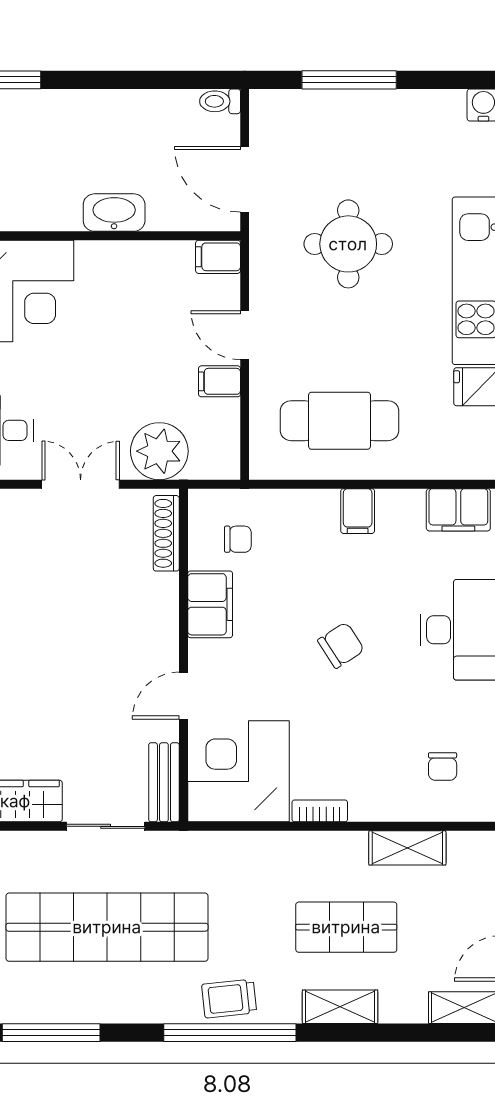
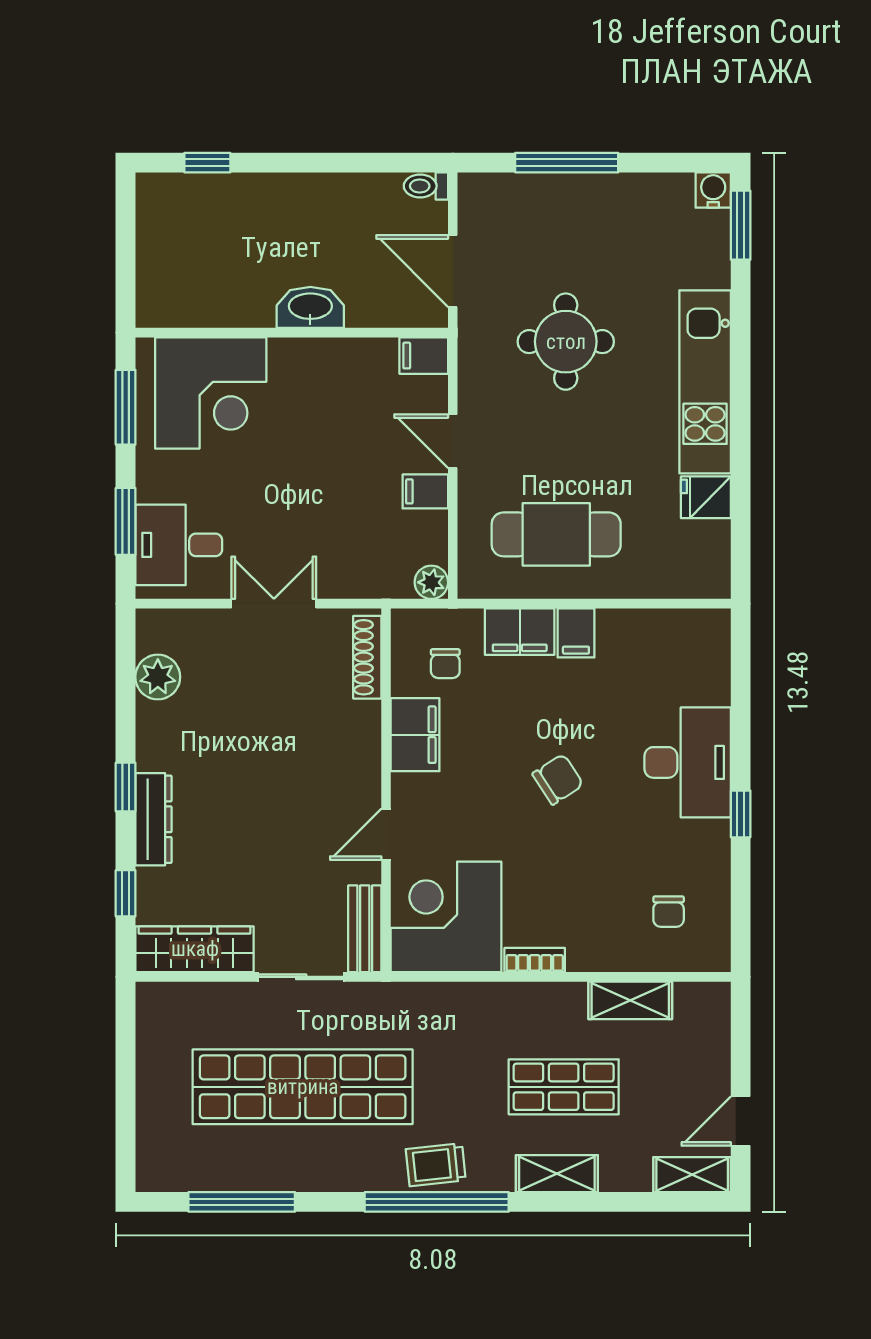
plant: (159, 451) -> (431, 582), moved, width x0.53, depth x0.53
filing cabinet: (458, 510) -> (520, 632), moved
chair: (238, 539) -> (445, 664), turned 90

